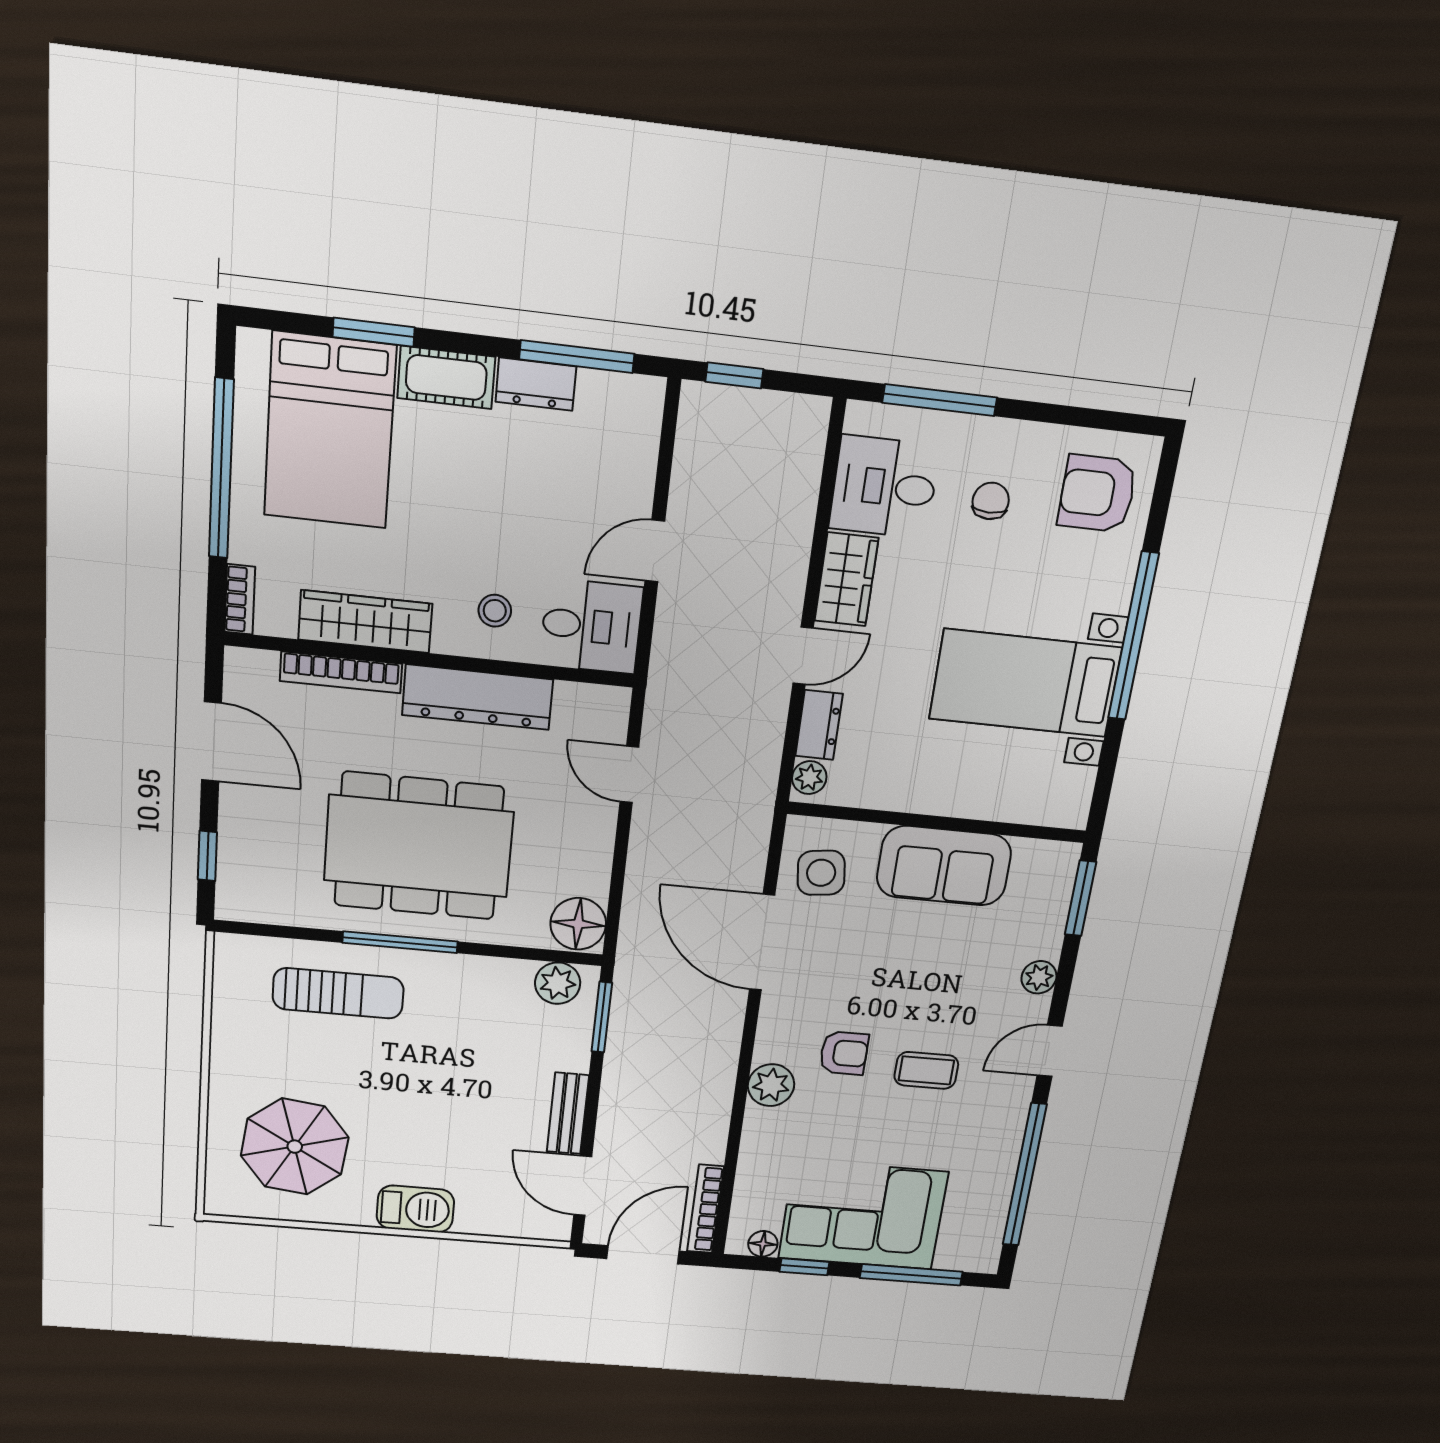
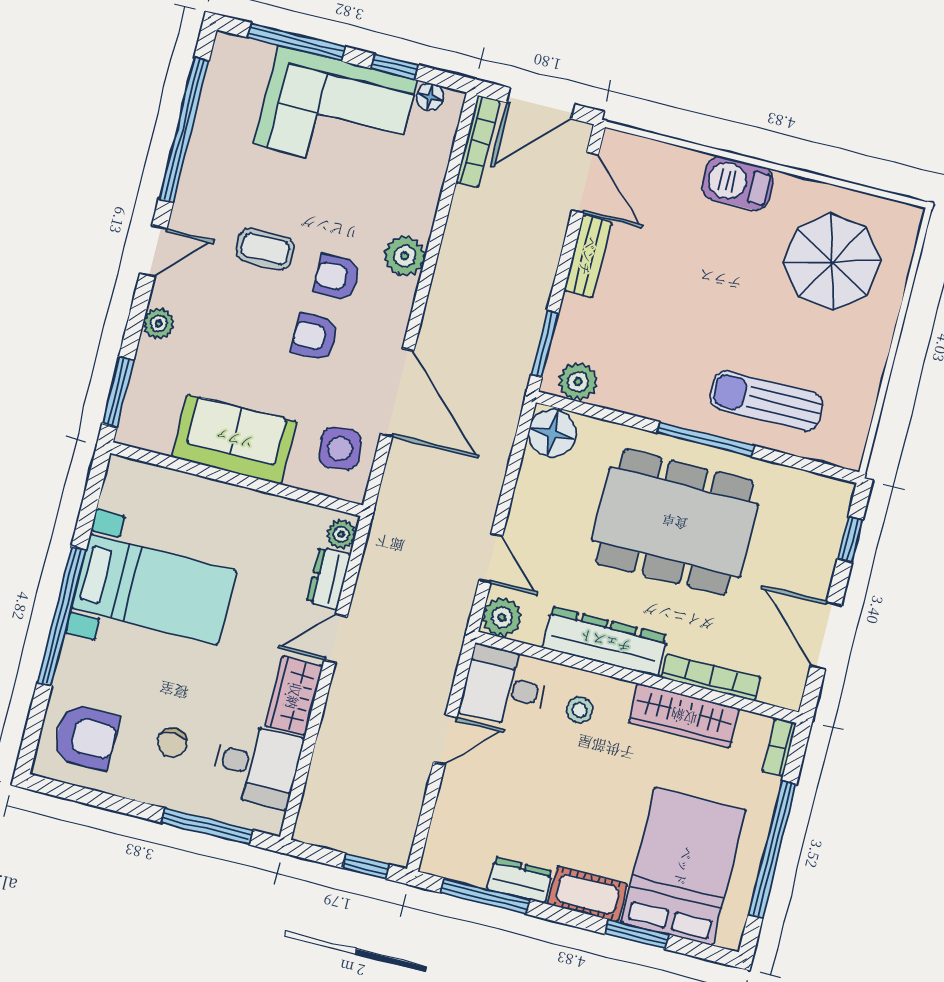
plant: (606, 708) -> (502, 617), added
armchair: (862, 988) -> (315, 337), added

